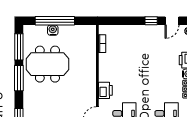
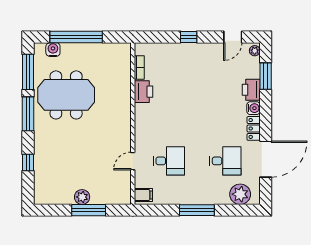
window: (151, 21) -> (189, 37), moved
water cooler: (53, 30) -> (53, 50), moved
printer: (105, 90) -> (144, 92), moved

